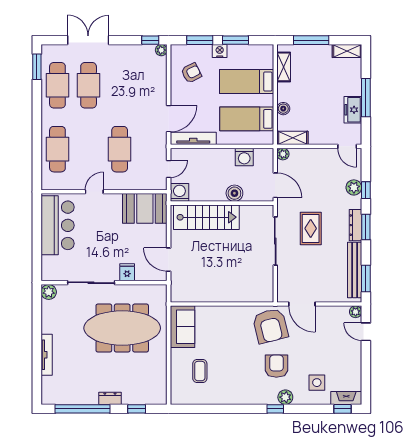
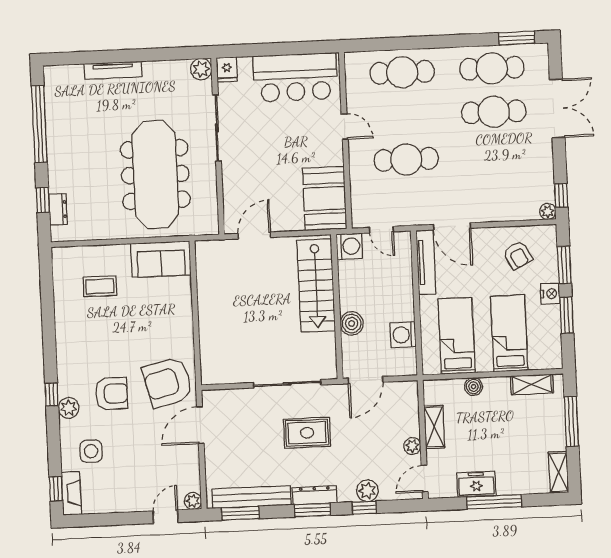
shelving: (293, 138) -> (434, 427), moved
plant: (283, 154) -> (412, 446), moved
fridge: (127, 272) -> (227, 69), moved, turned 90
dresser: (110, 398) -> (58, 209), moved

